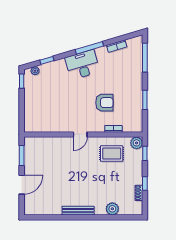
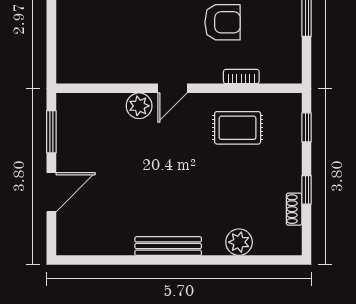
plant: (137, 143) -> (139, 106), moved

